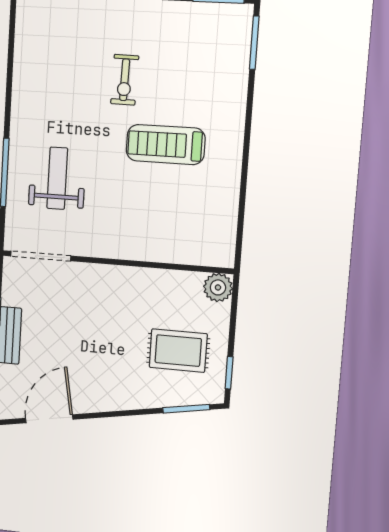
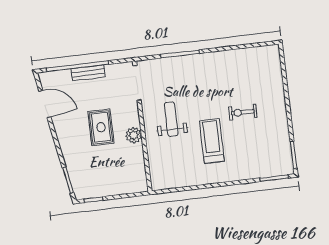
weight bench: (57, 178) -> (171, 119), moved, turned -90
plant: (218, 287) -> (134, 135), moved
rug: (178, 351) -> (101, 127), moved

